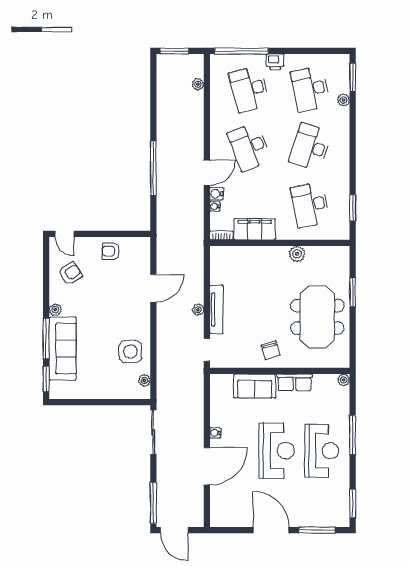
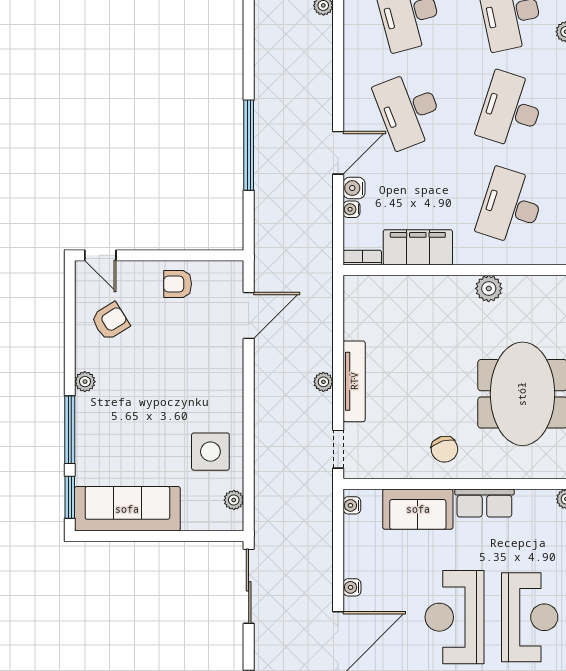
desk: (310, 205) -> (511, 207), turned 30
door: (153, 288) -> (249, 315), moved
sofa: (63, 348) -> (127, 509), moved, turned -90
water cooler: (215, 384) -> (352, 505), added
reception desk: (277, 451) -> (455, 617), turned 180

